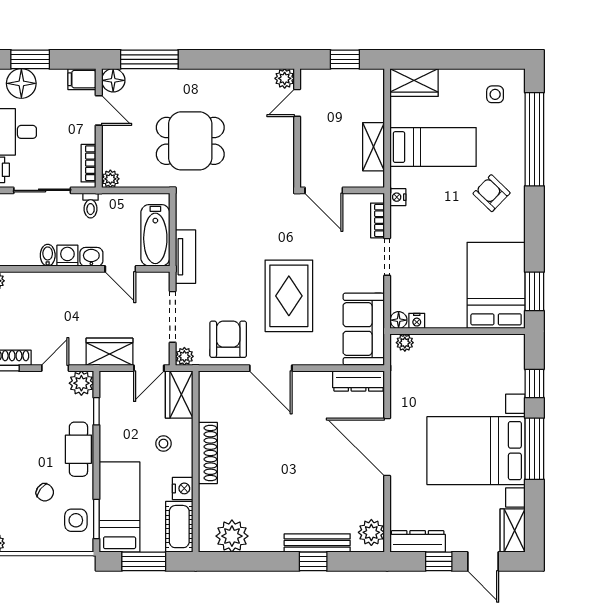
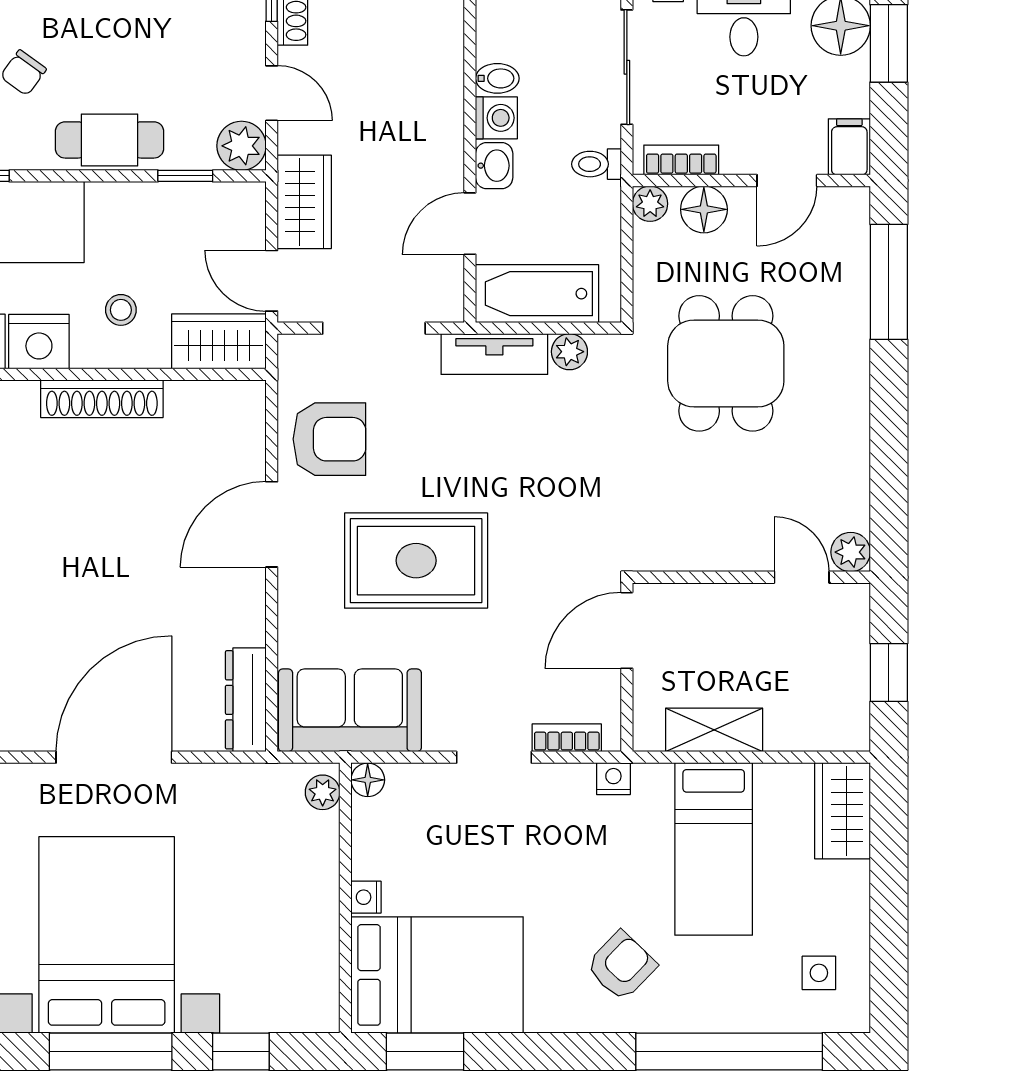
floor lamp: (113, 80) -> (704, 209), moved
nightstand: (417, 321) -> (366, 897), moved
plant: (184, 356) -> (569, 352), moved
nightstand: (183, 488) -> (39, 342), width x1.36, depth x1.33

